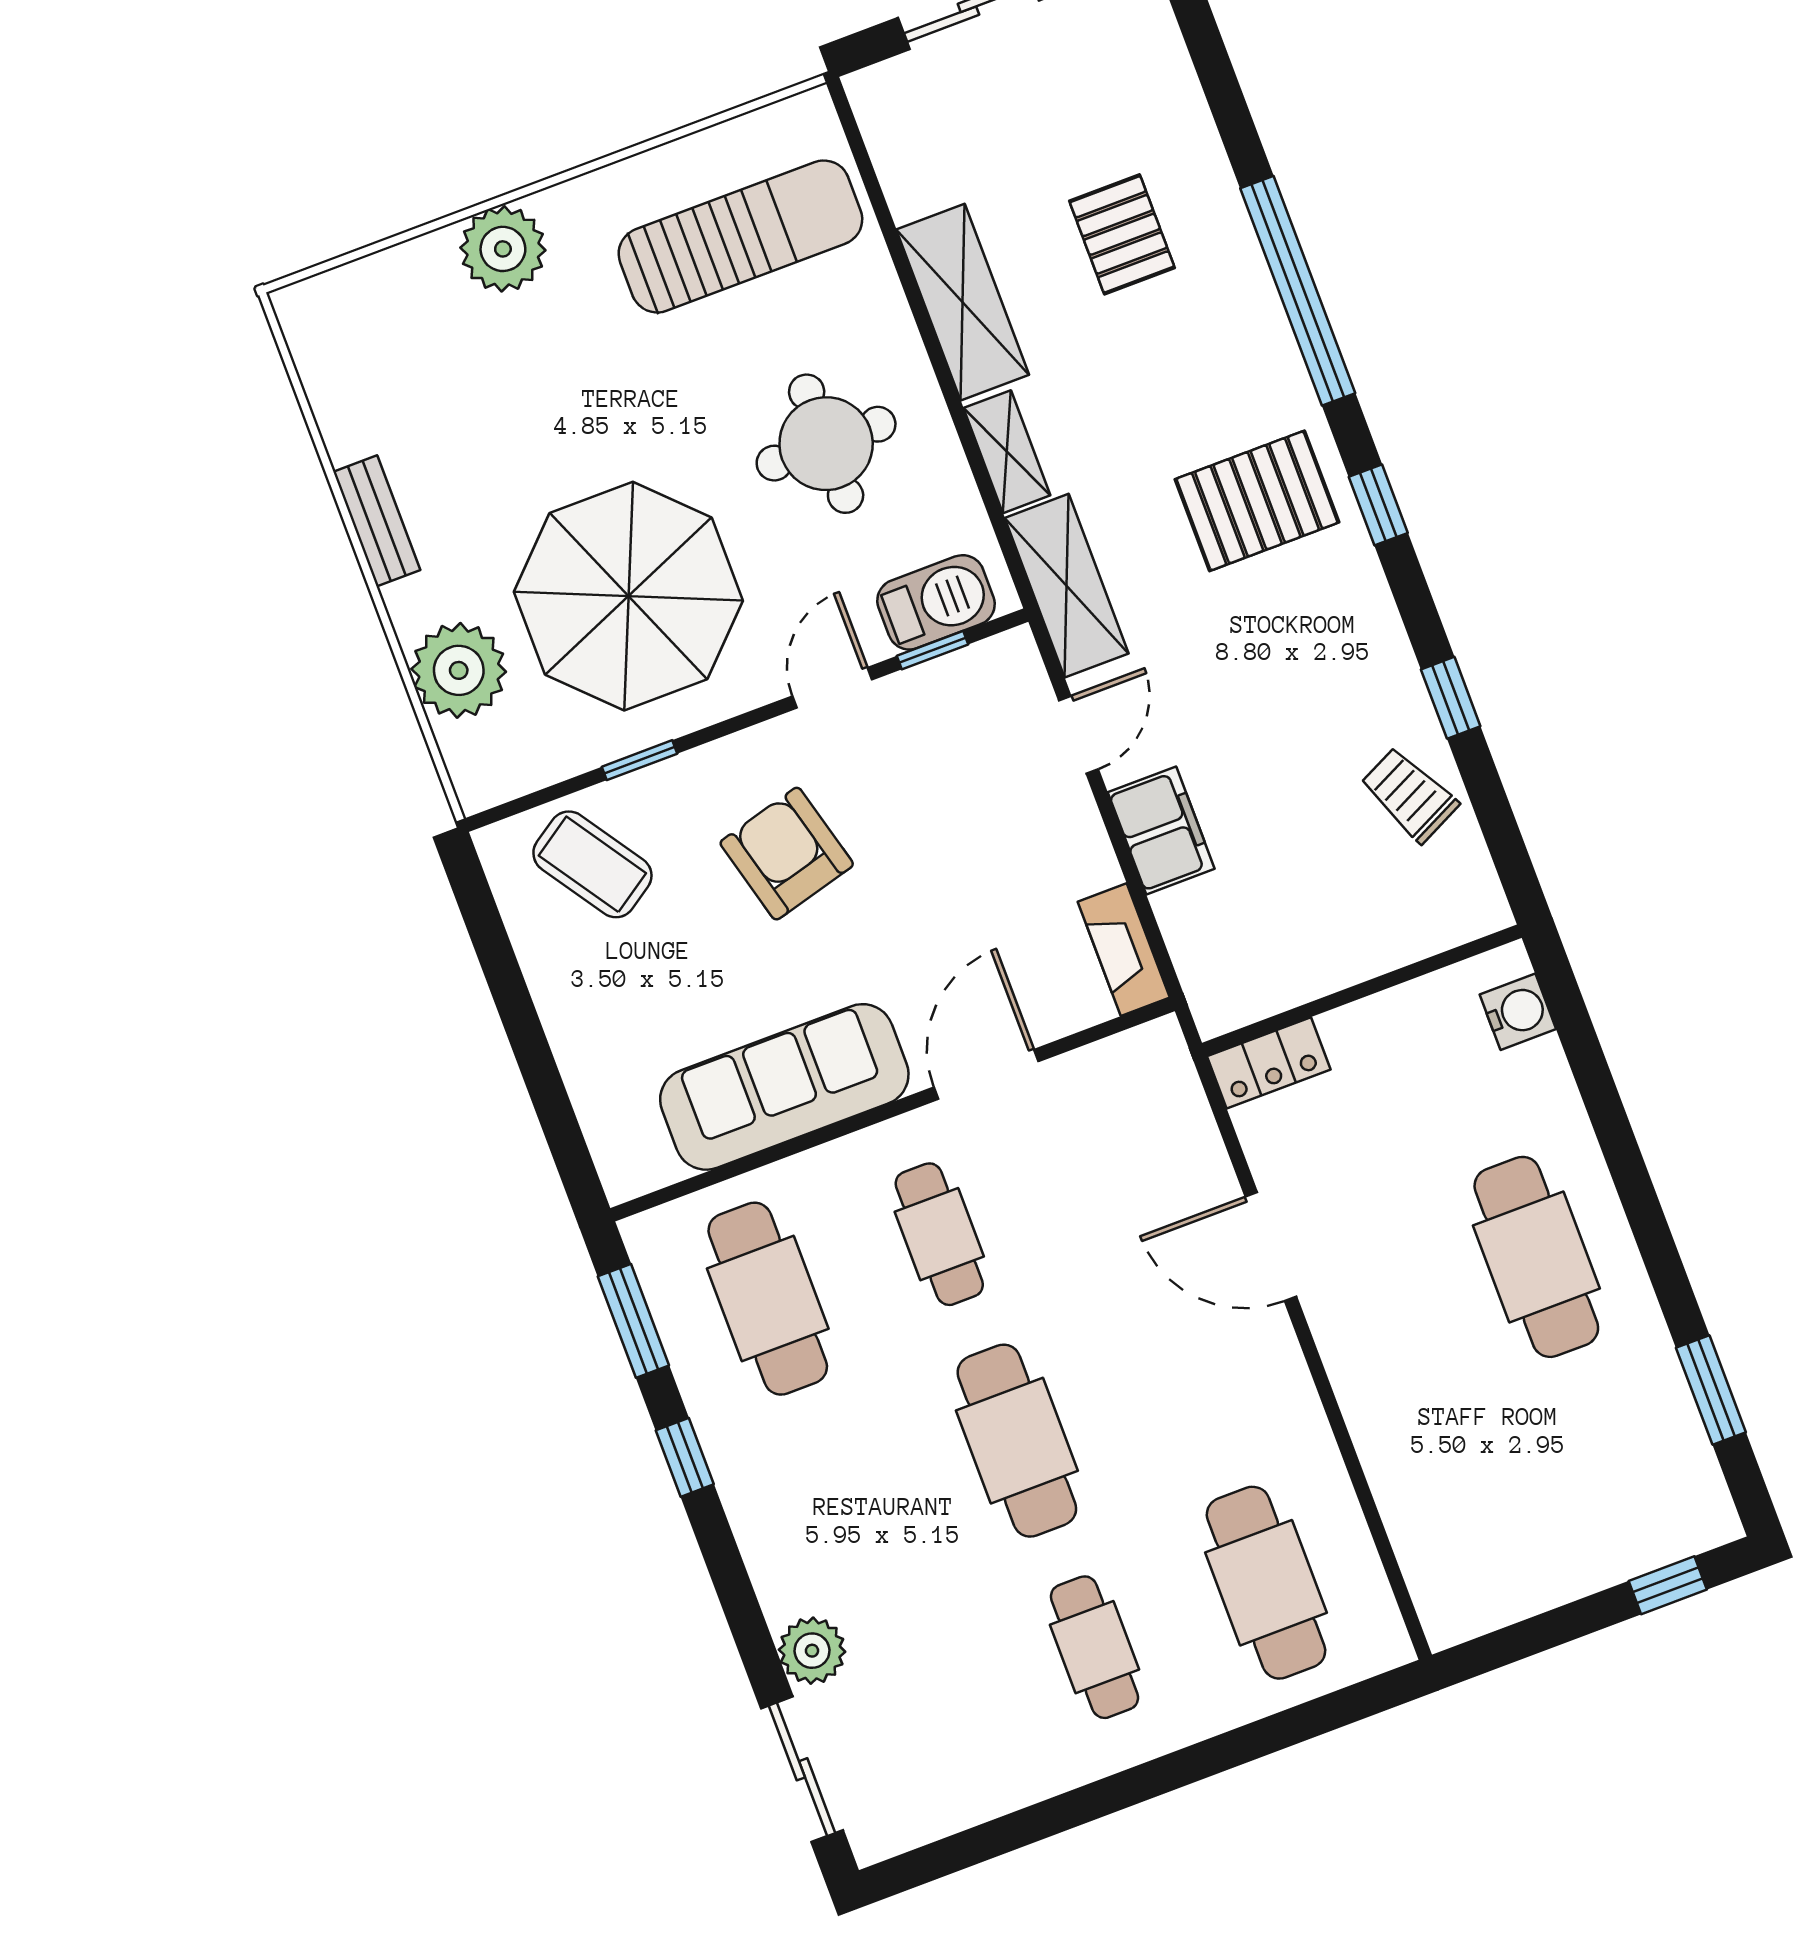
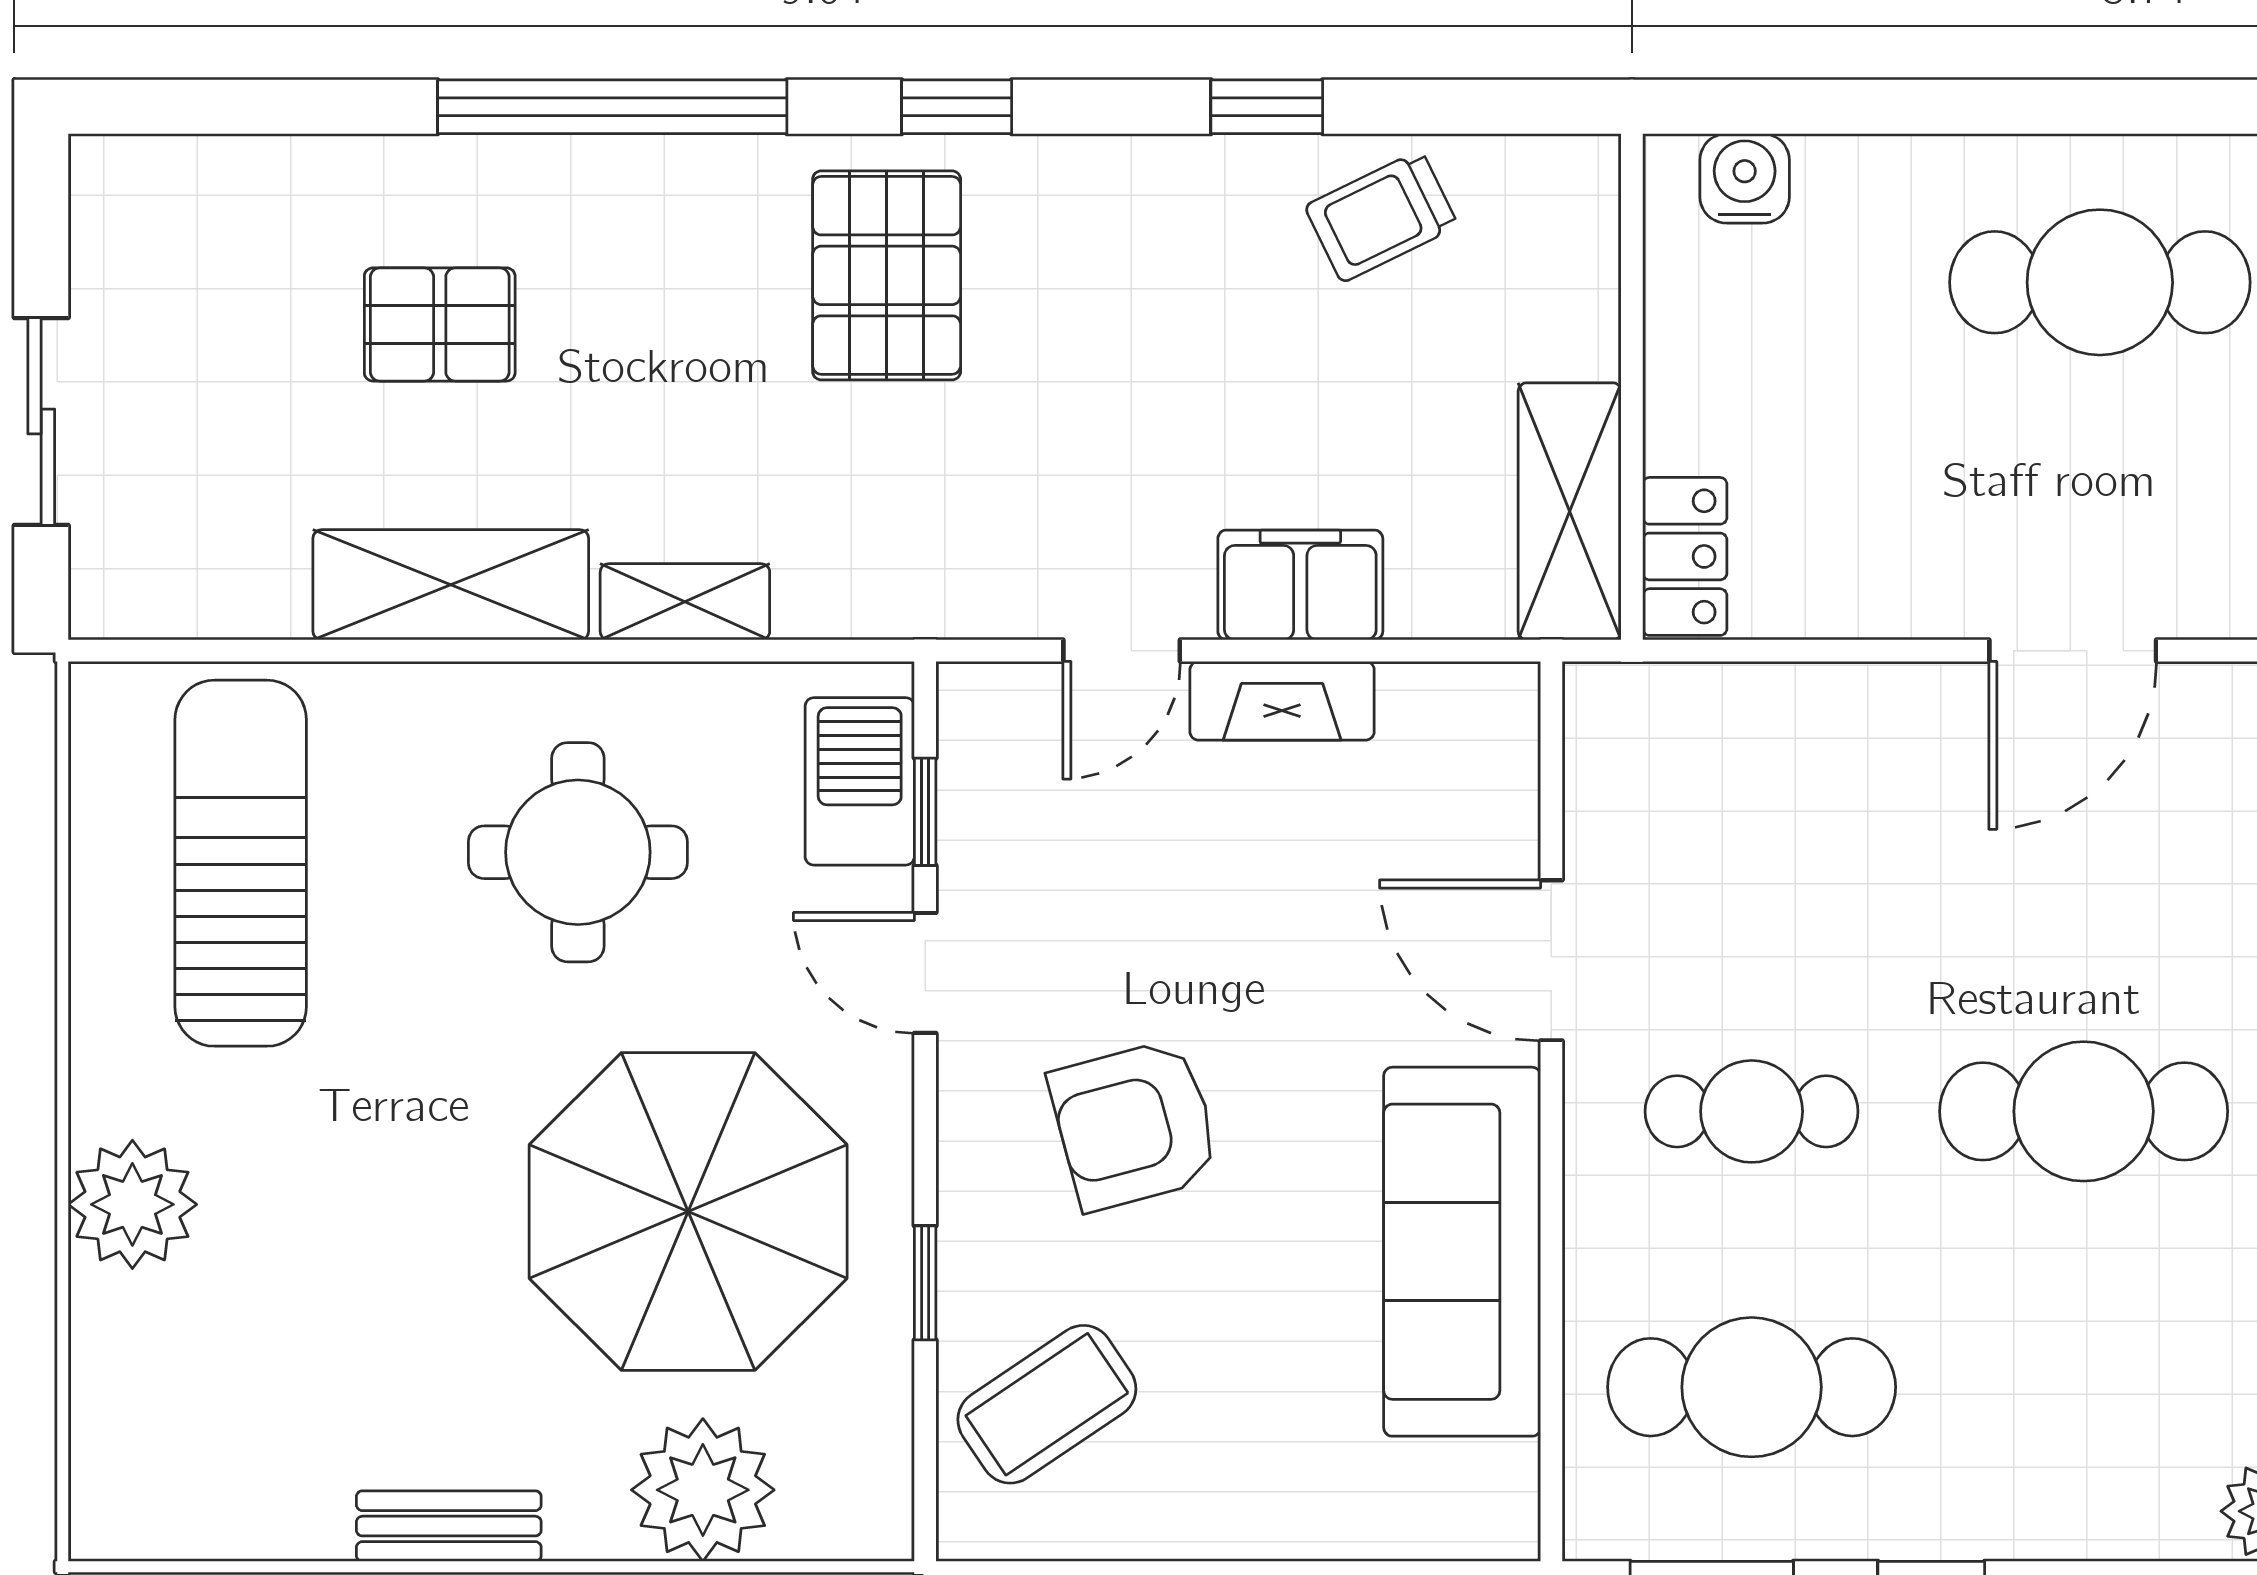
shelving: (1067, 586) -> (1570, 511), moved, turned 90
door: (1079, 735) -> (1122, 651), swing flipped
fireplace: (1124, 950) -> (1282, 701), moved
door: (1271, 1247) -> (2073, 651), moved

